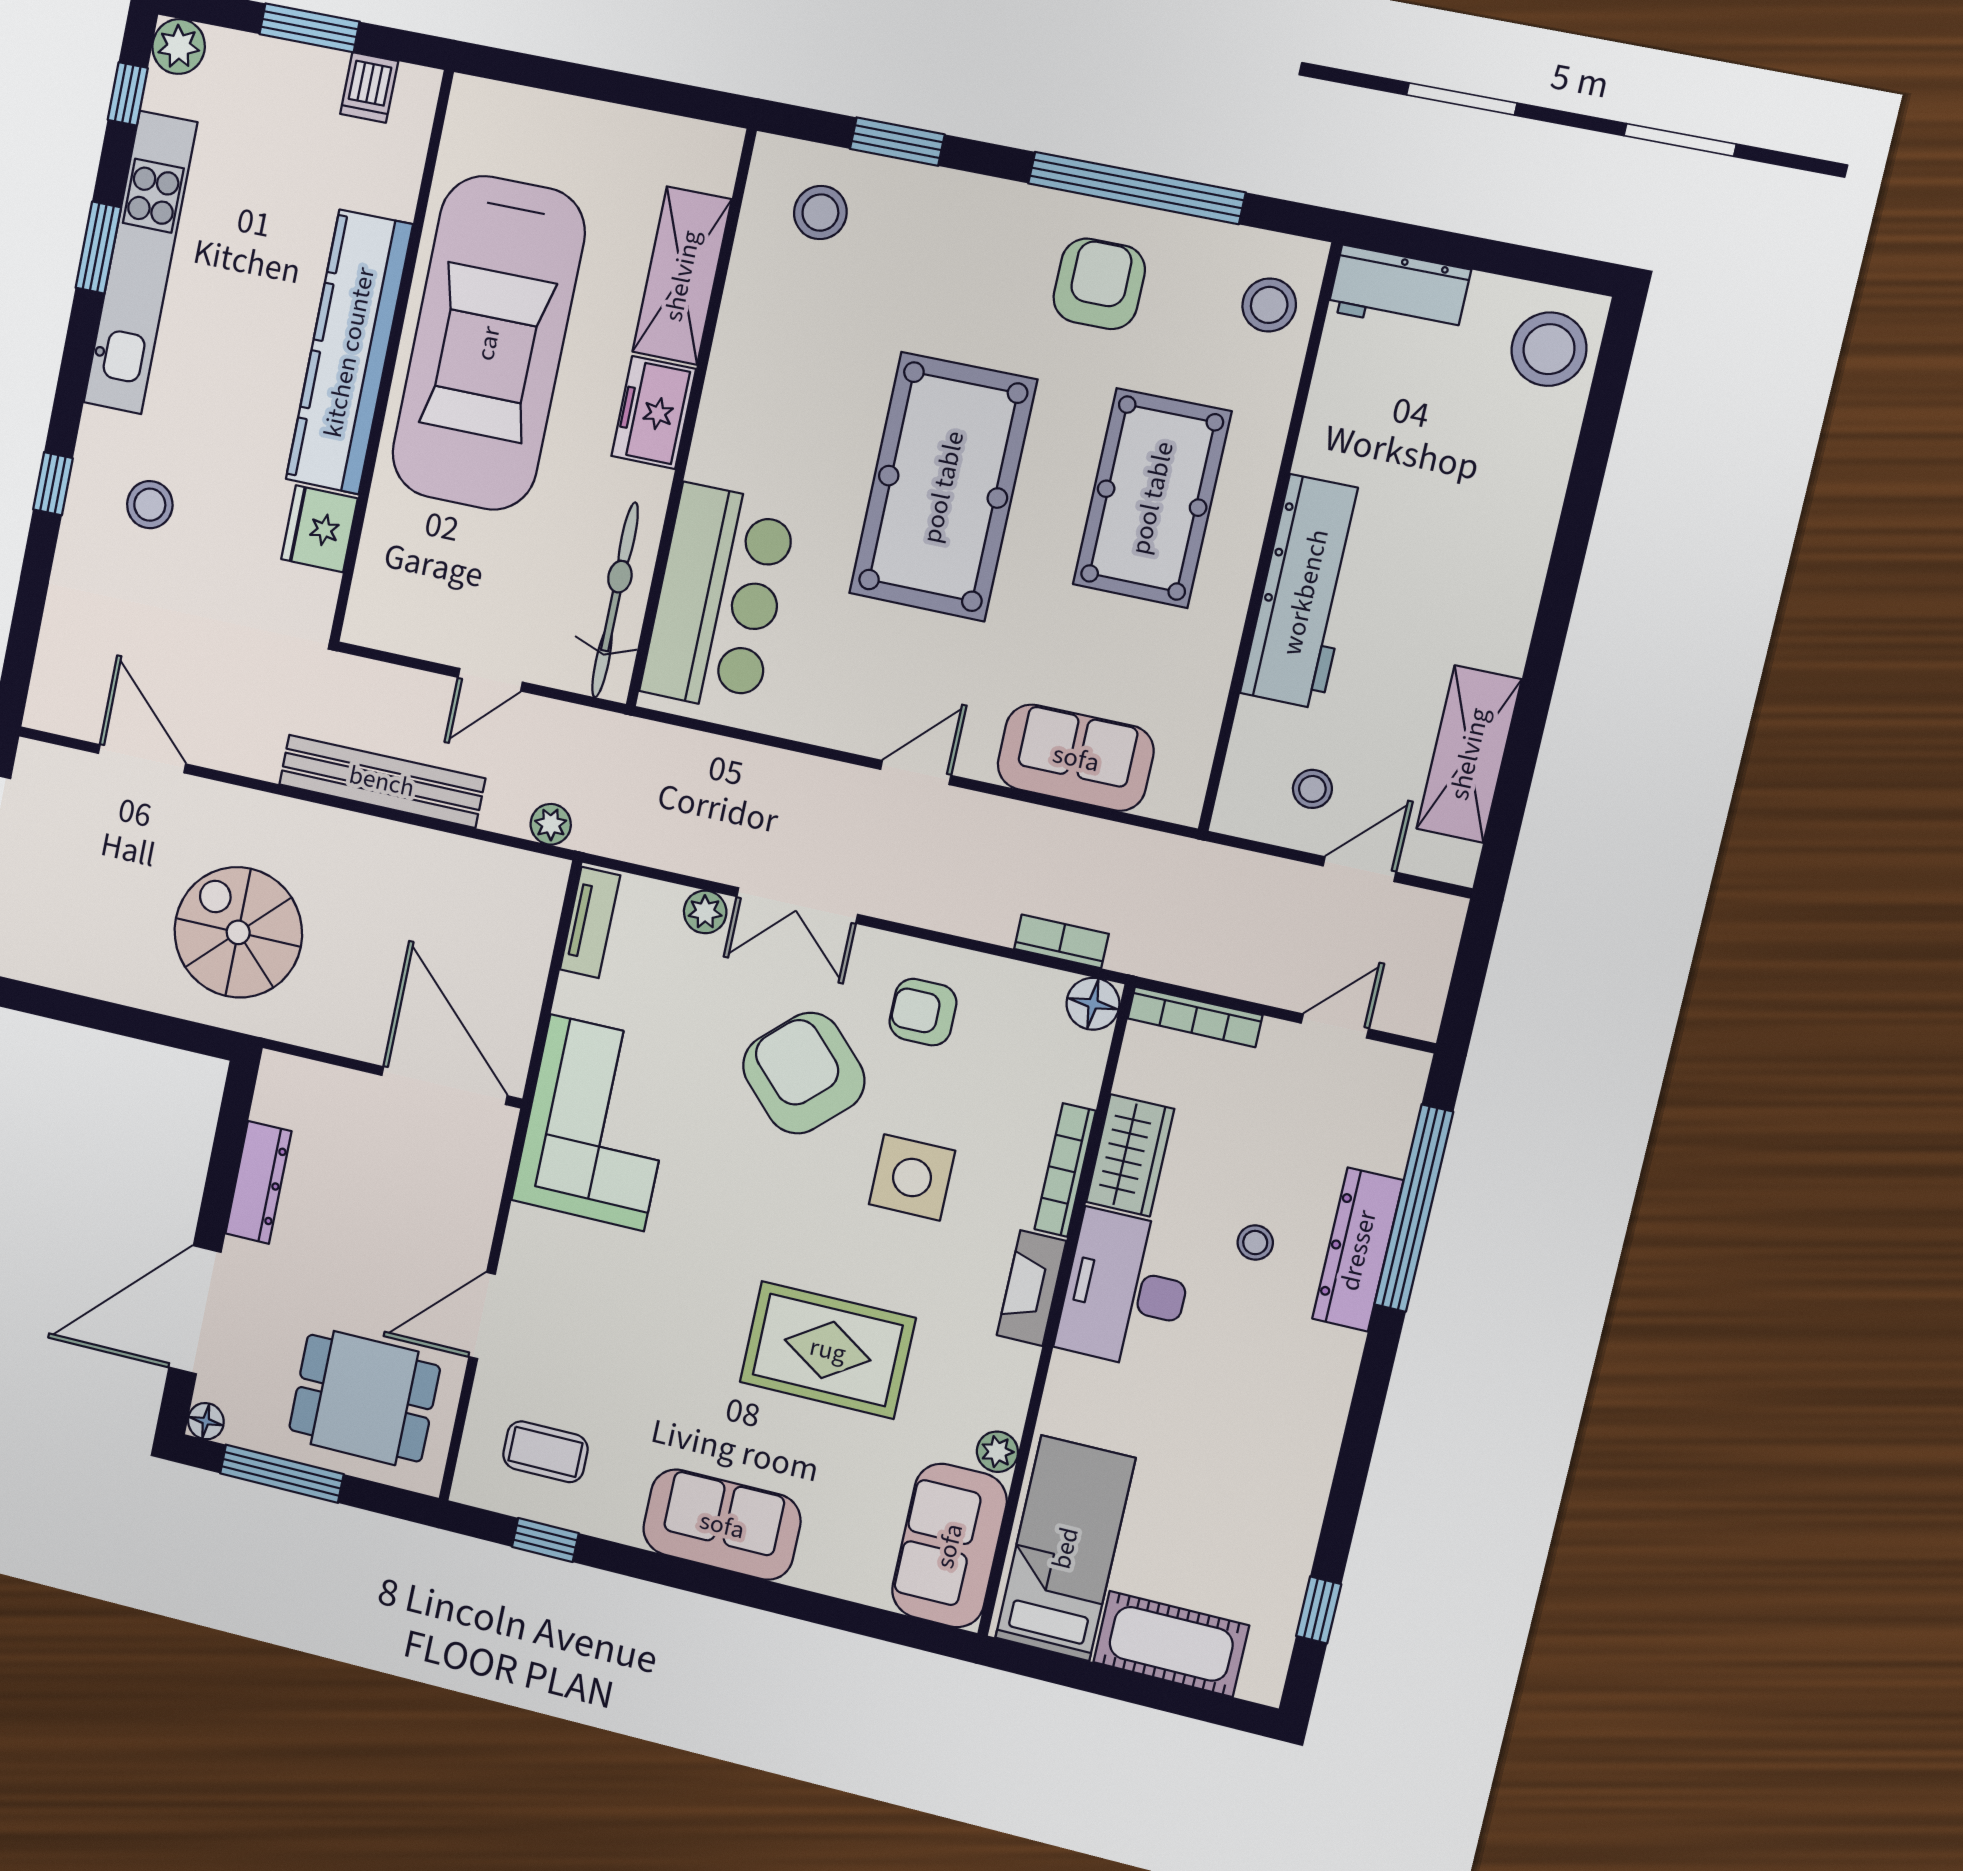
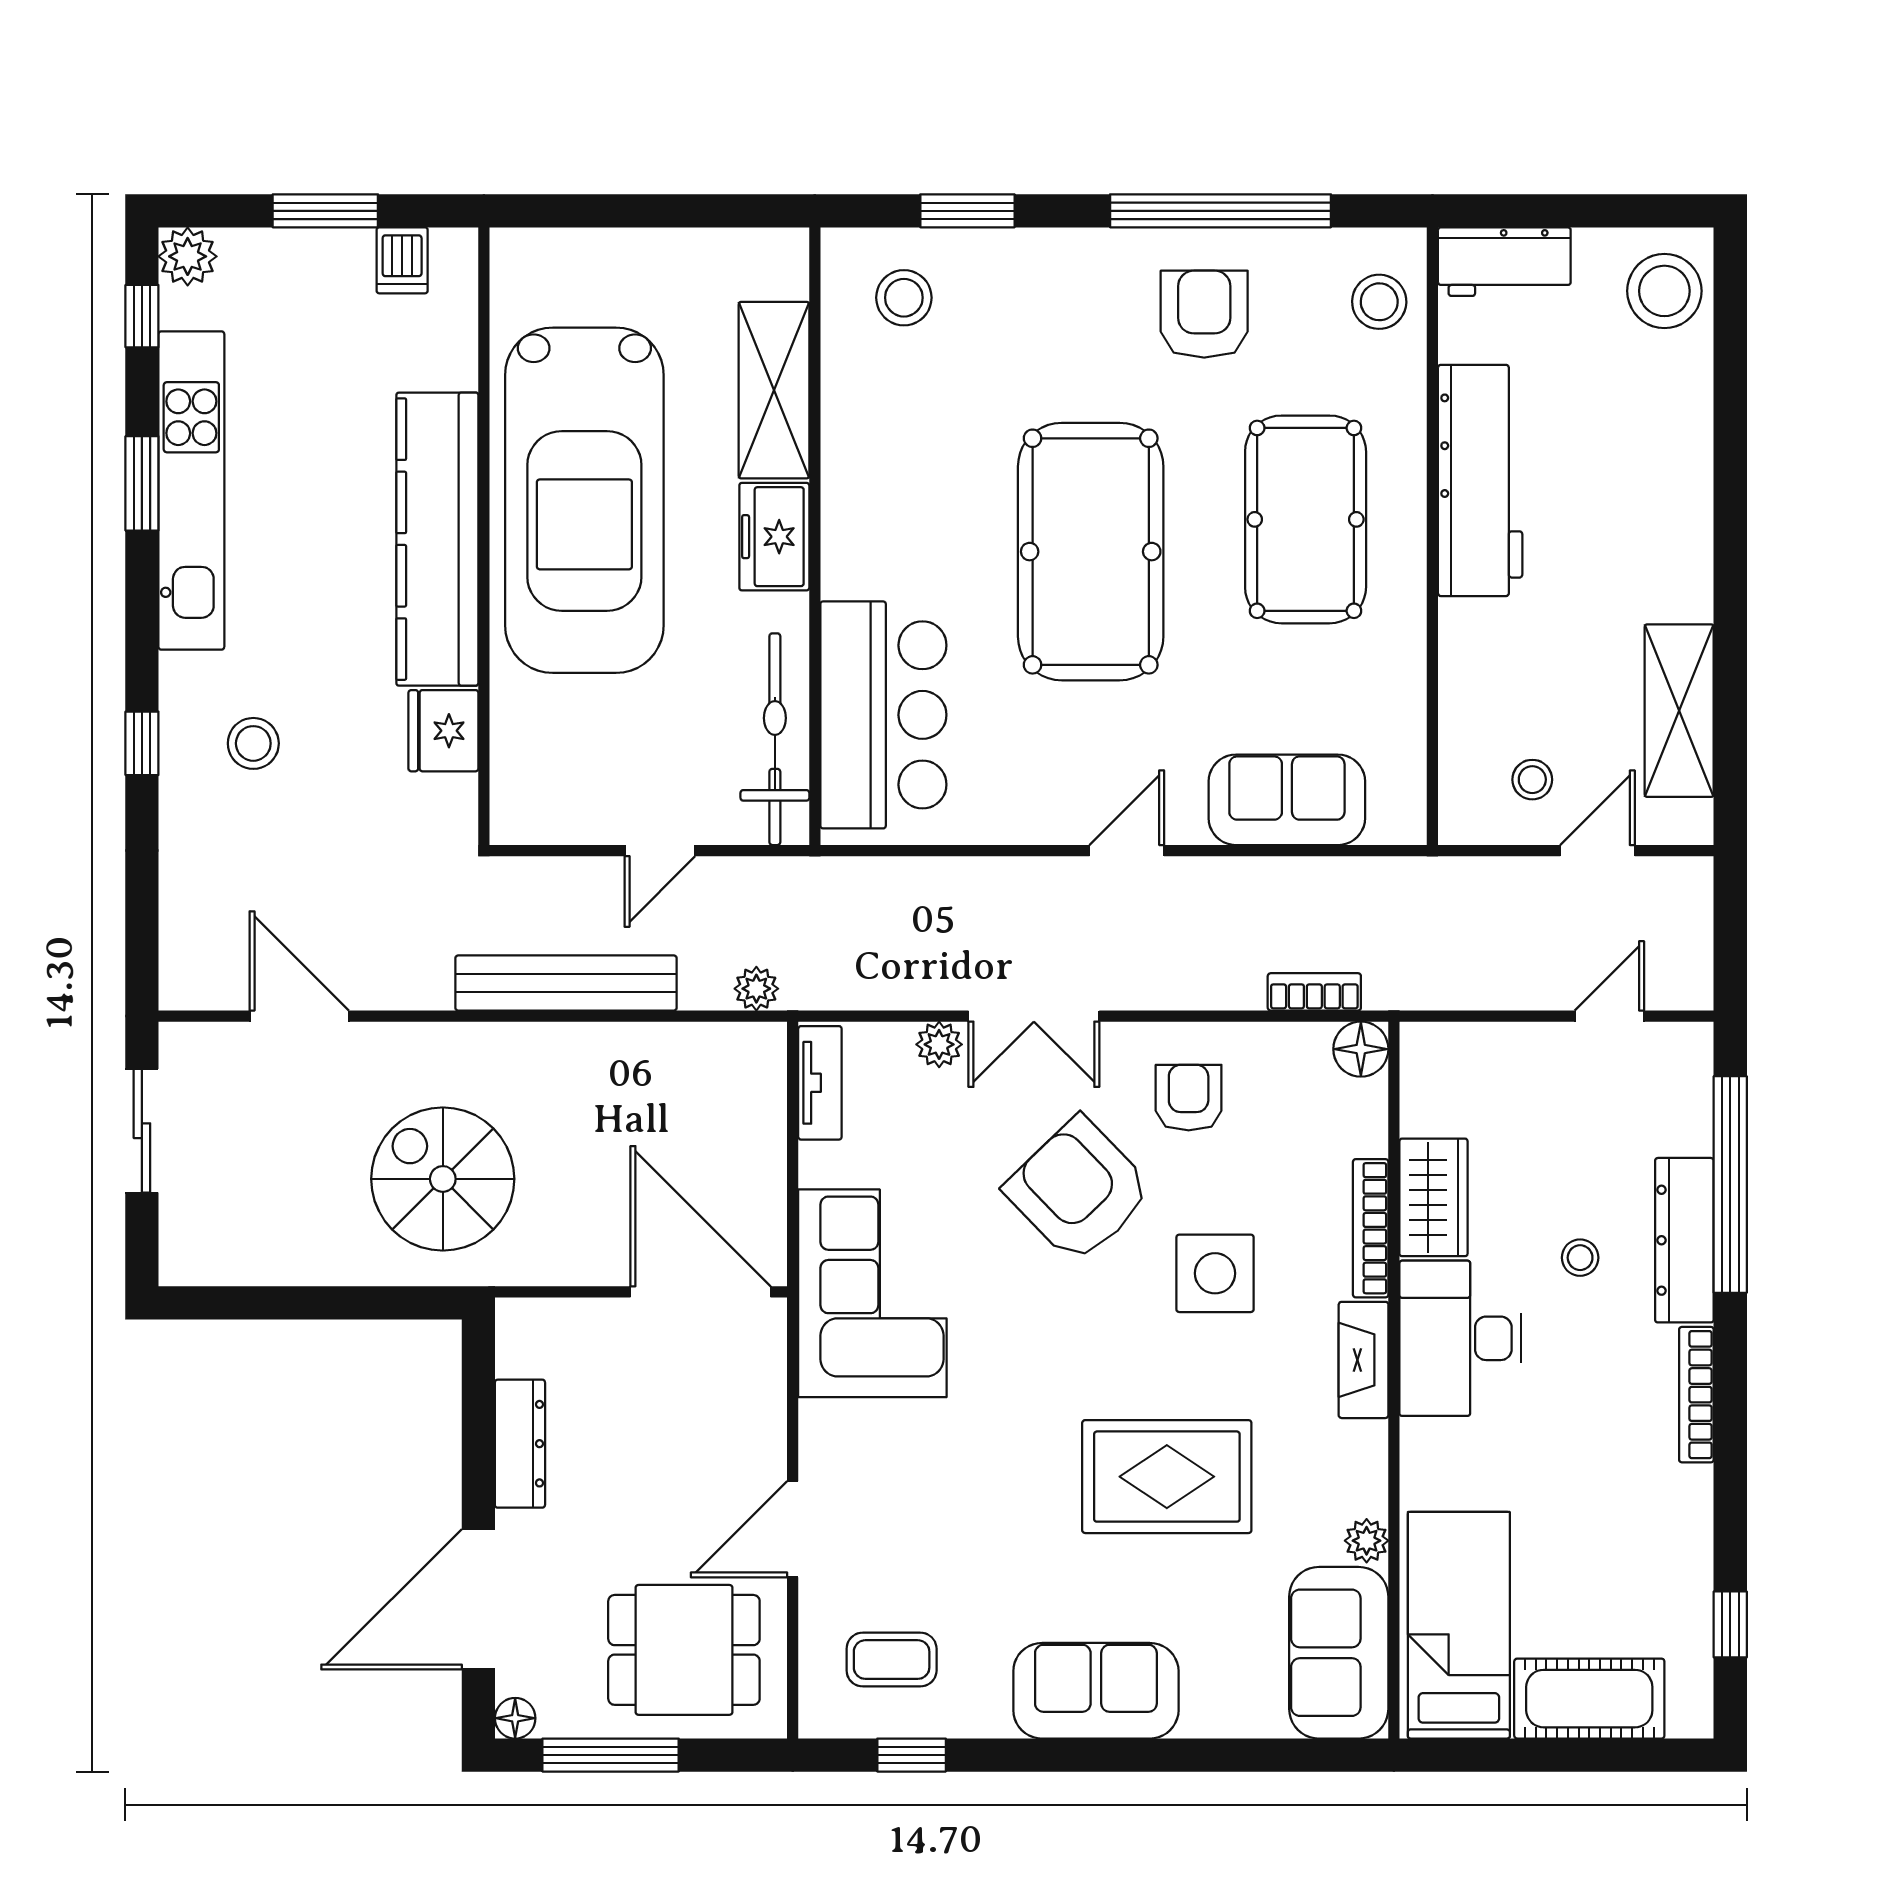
workbench: (1305, 592) -> (1480, 480), moved
armchair: (923, 1012) -> (1189, 1098), turned 90
bookcase: (1195, 1017) -> (1696, 1395), moved, turned 90

